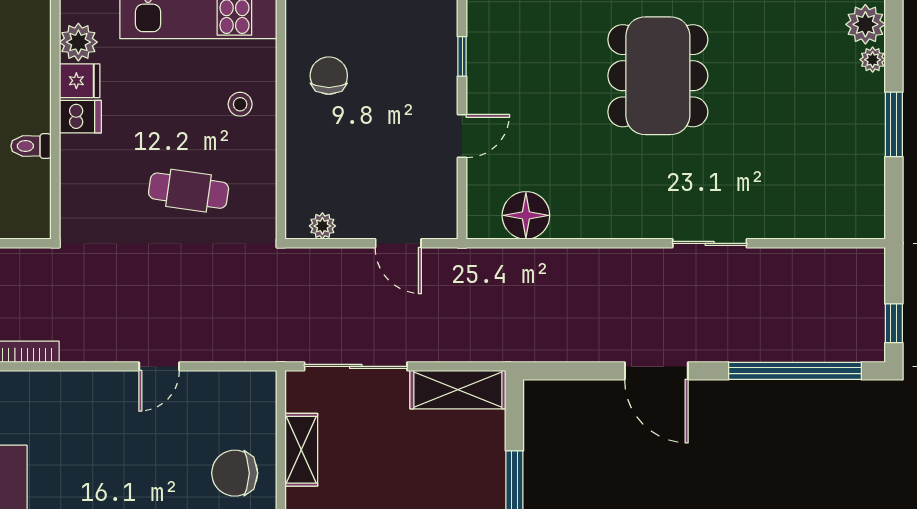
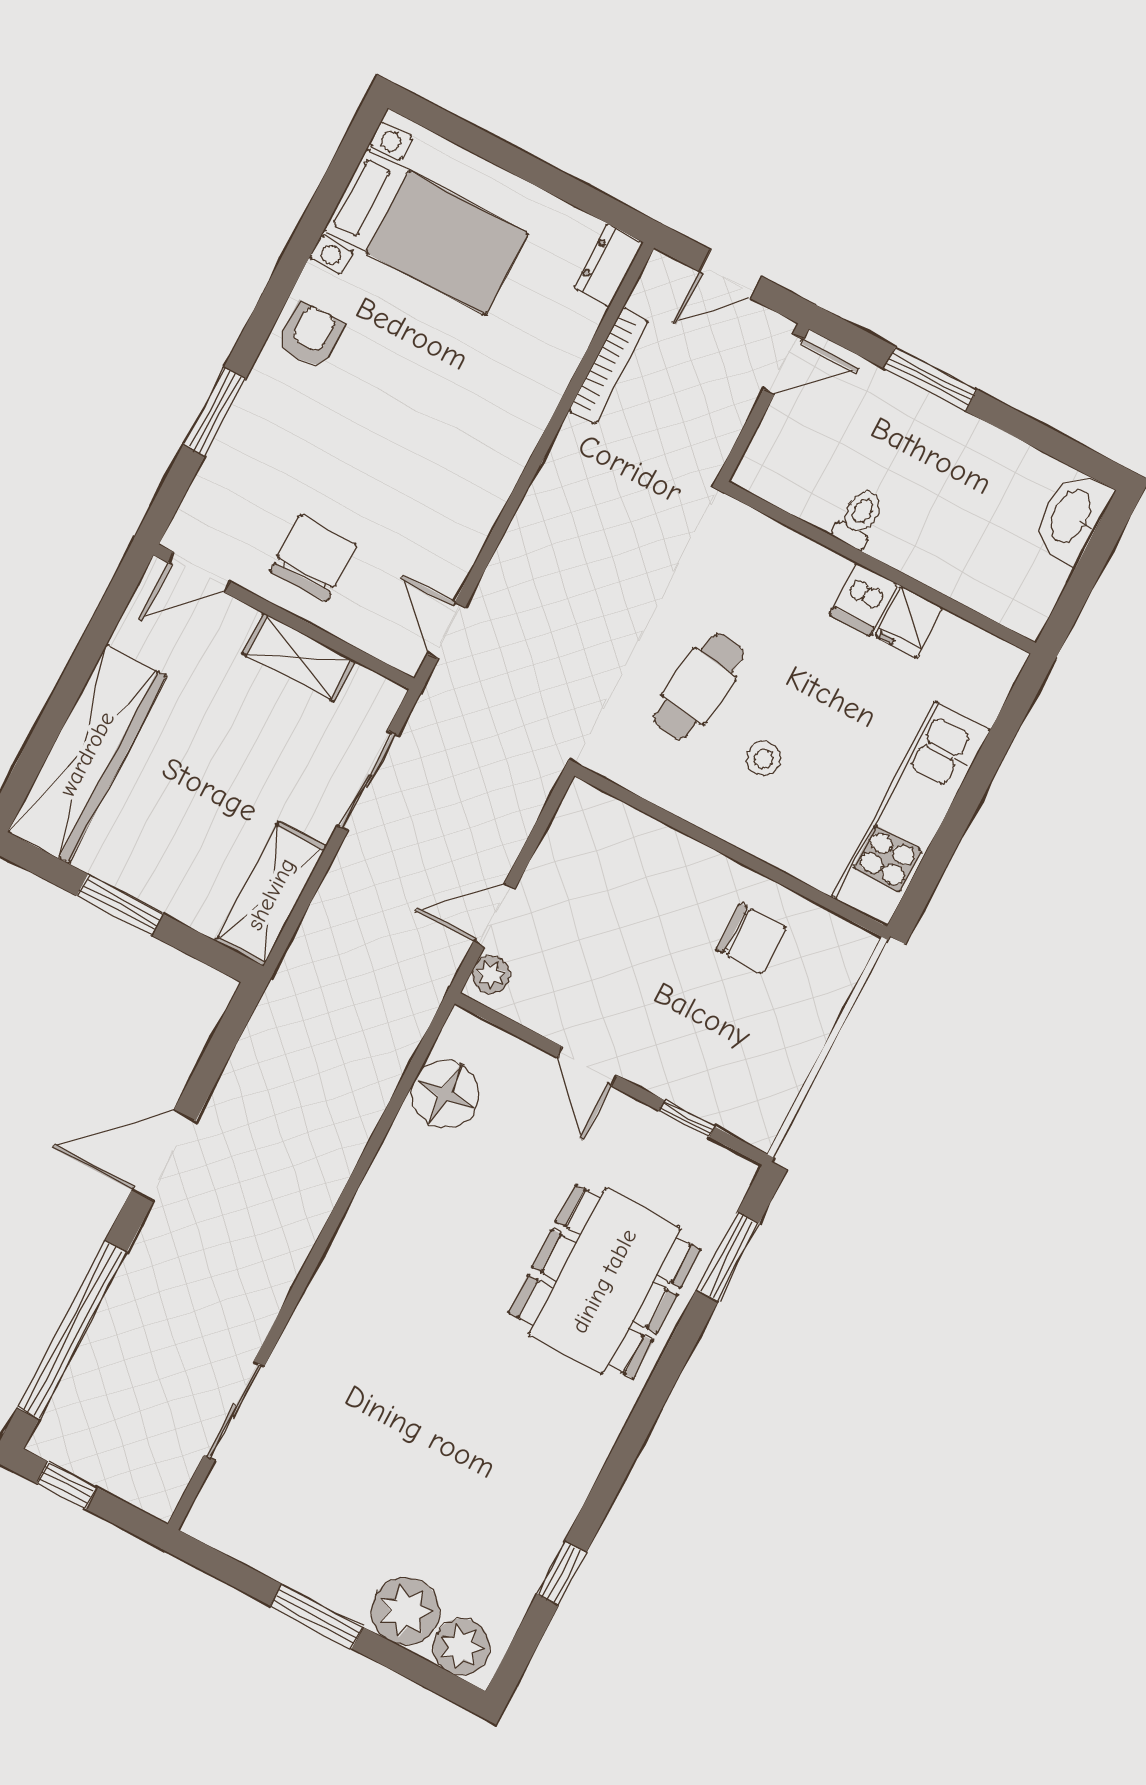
plant: (78, 42) -> (958, 646), removed
plant: (873, 60) -> (405, 1611), width x1.87, depth x1.87
dining table: (658, 76) -> (604, 1281), moved, turned 90
stool: (240, 104) -> (764, 759), moved
plant: (322, 226) -> (491, 974), moved
sliding door: (710, 243) -> (234, 1411), moved
door: (159, 366) -> (446, 631), moved
sliding door: (356, 366) -> (368, 781), width x0.73

